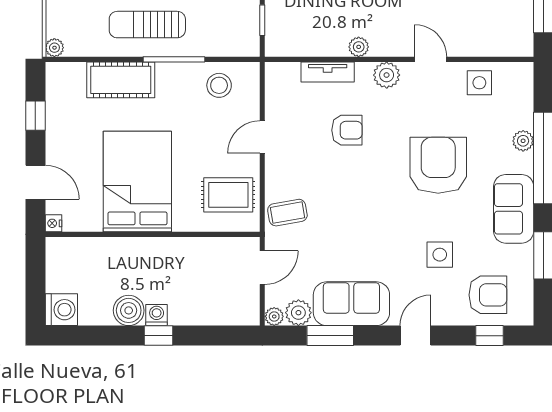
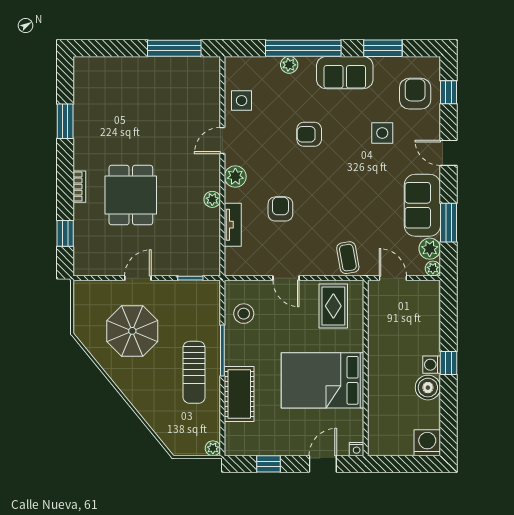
armchair: (438, 165) -> (309, 134), width x0.53, depth x0.53

